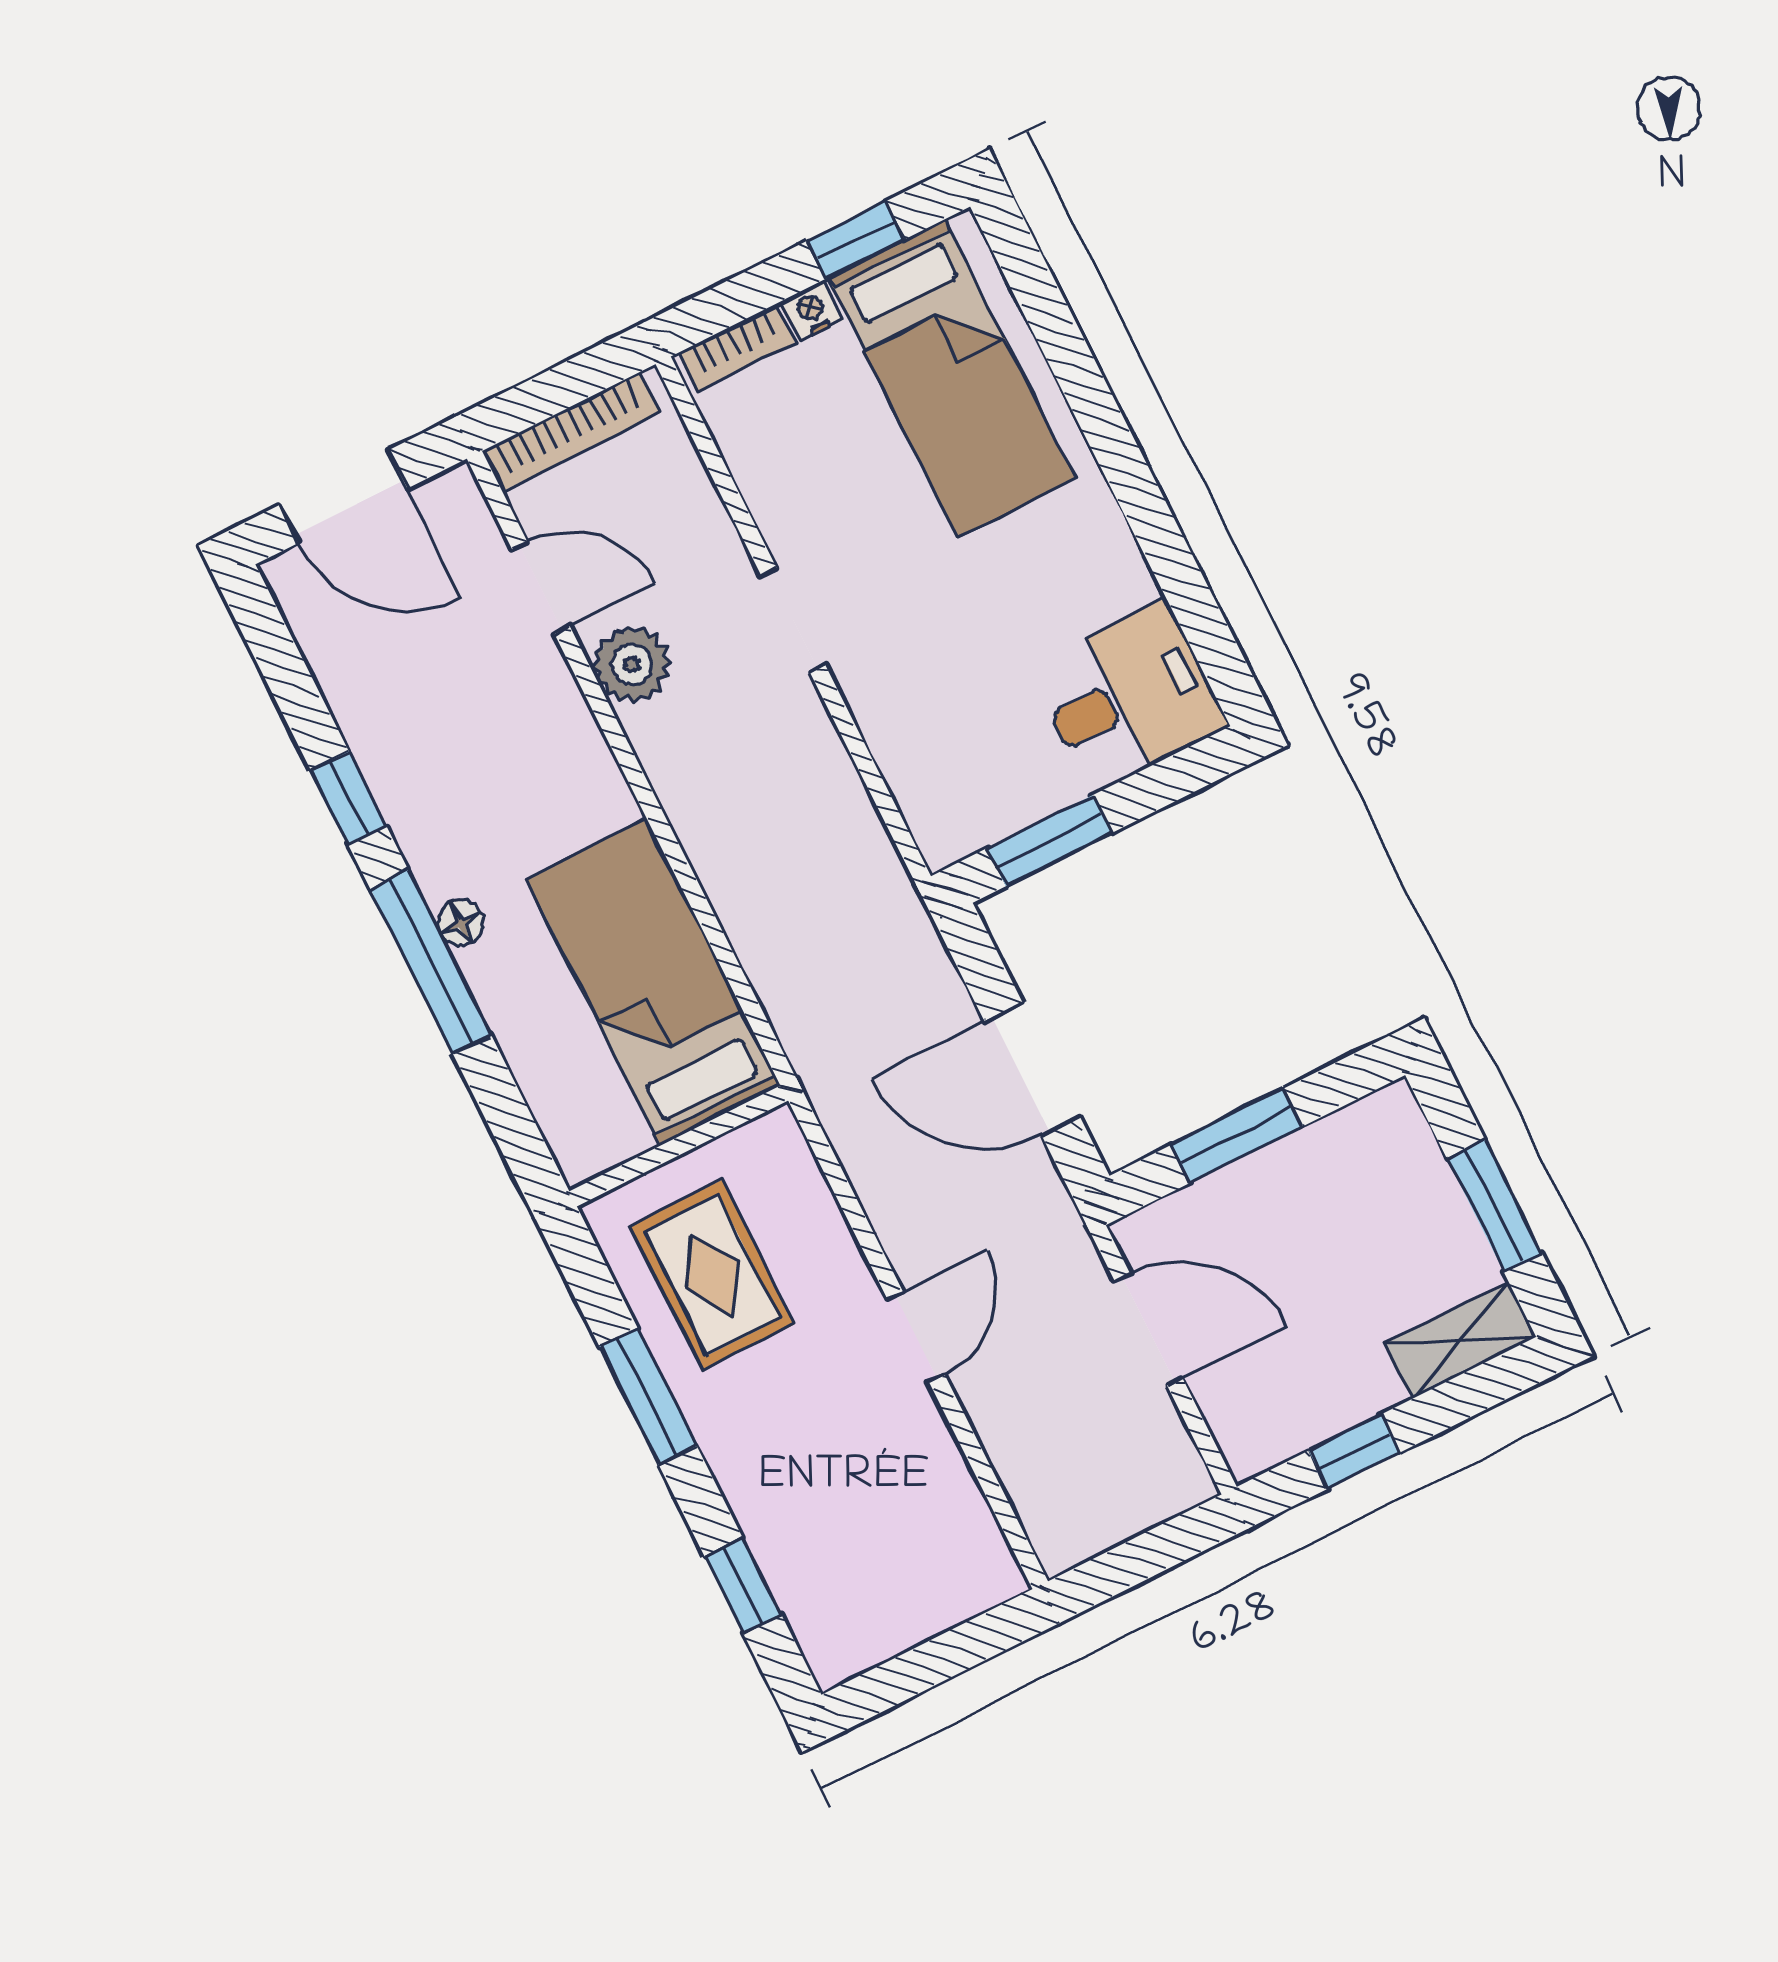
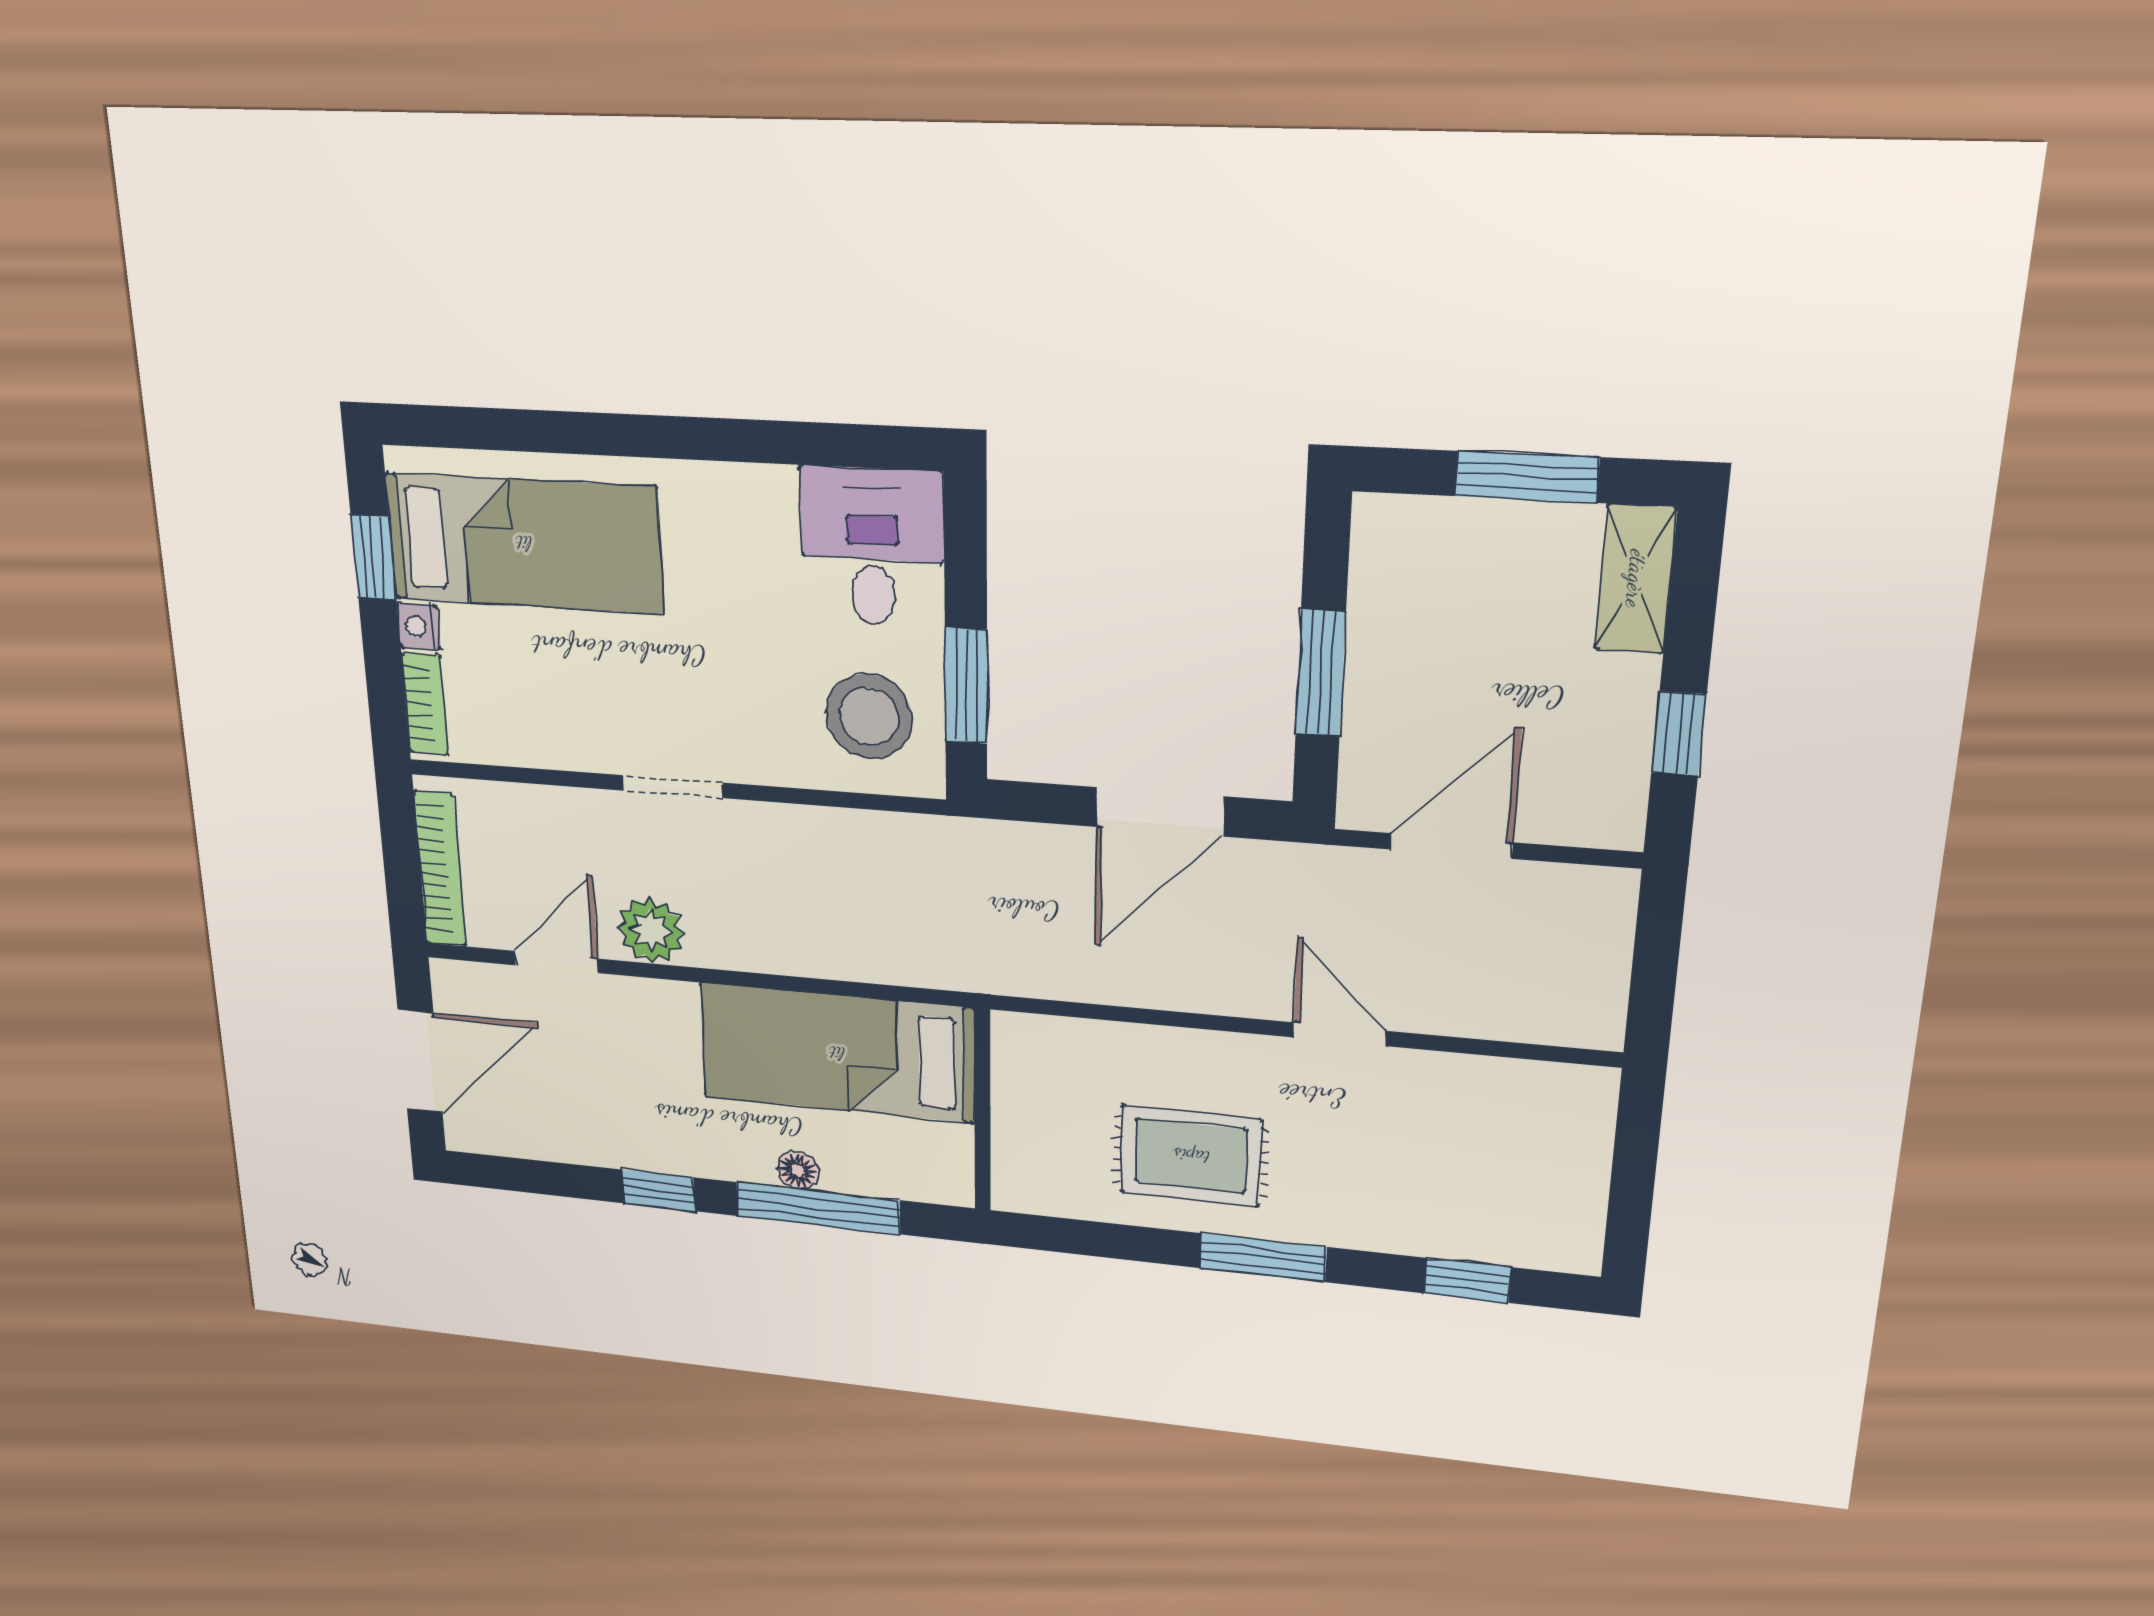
stool: (969, 769) -> (869, 717), added
bed: (654, 982) -> (837, 1053), moved
wall: (679, 1146) -> (982, 1111), moved

